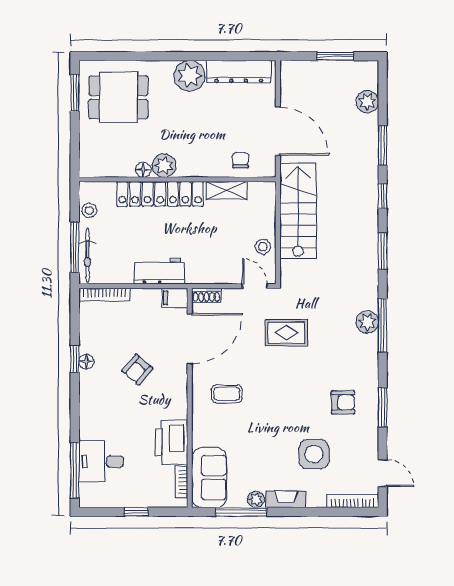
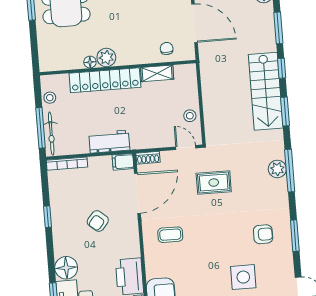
stairs: (298, 211) -> (266, 91), moved, turned 180
floor lamp: (86, 362) -> (66, 268), moved, width x1.89, depth x1.89

